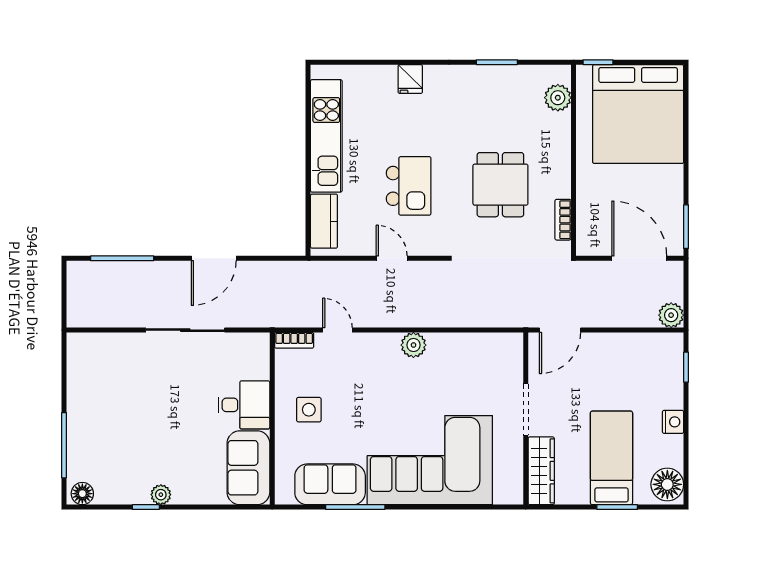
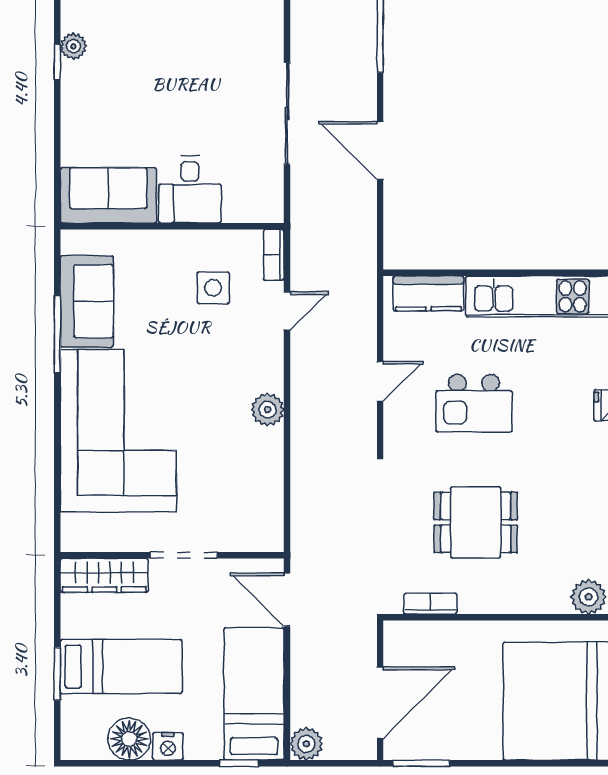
bed: (632, 355) -> (254, 694), added
side table: (309, 410) -> (213, 288), moved
floor lamp: (667, 484) -> (129, 739), moved
plant: (161, 495) -> (73, 46), moved

